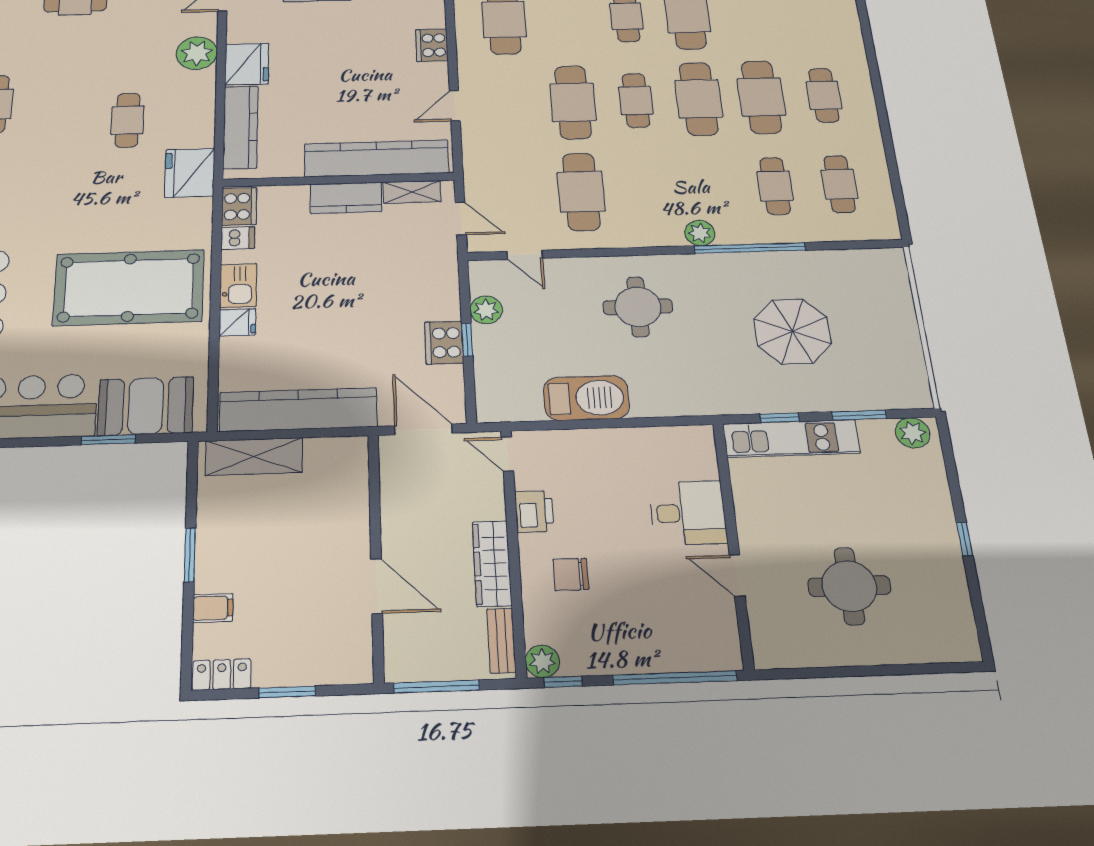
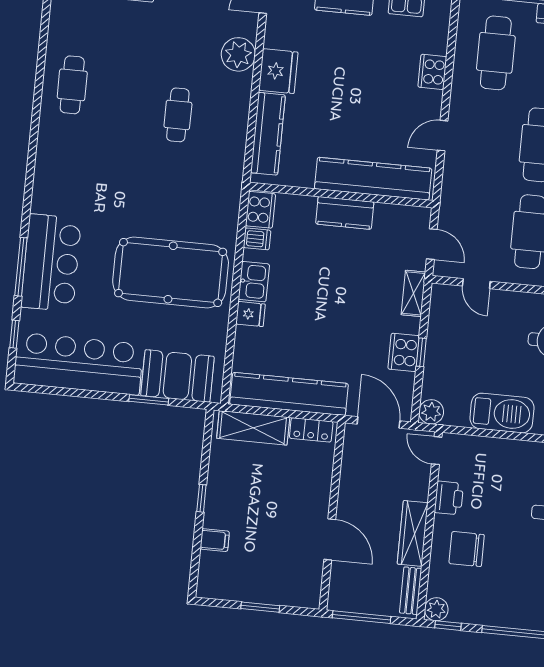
fridge: (190, 173) -> (224, 173), removed
shelving: (412, 192) -> (413, 293), moved, turned 90
plant: (486, 310) -> (431, 412), moved
window: (190, 555) -> (201, 498), width x0.67
chair: (571, 574) -> (467, 549), width x1.37, depth x1.37
locker: (222, 675) -> (311, 430), moved, turned 180

